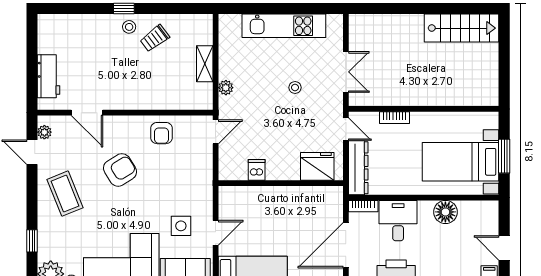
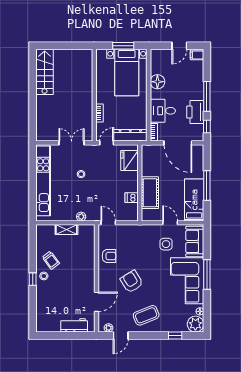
kitchen unit: (284, 26) -> (43, 181), width x1.36
cot: (265, 200) -> (150, 193), added

